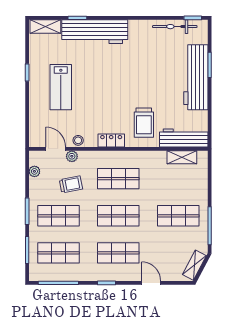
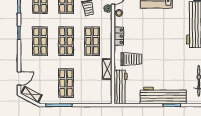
trolley: (144, 123) -> (131, 59), turned 180
shelving: (182, 157) -> (107, 69), moved
door: (151, 283) -> (19, 79), moved

